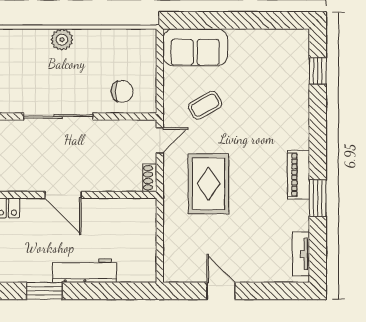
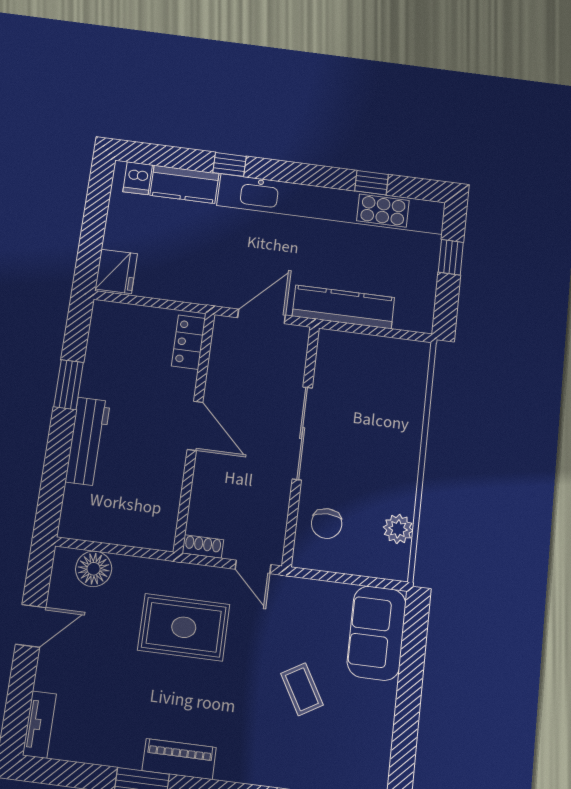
plant: (62, 40) -> (398, 529), moved
coffee table: (205, 105) -> (302, 689), moved
door: (63, 195) -> (195, 426), swing flipped
floor lamp: (176, 253) -> (94, 569), added
tv unit: (301, 254) -> (40, 725), moved, turned 90

